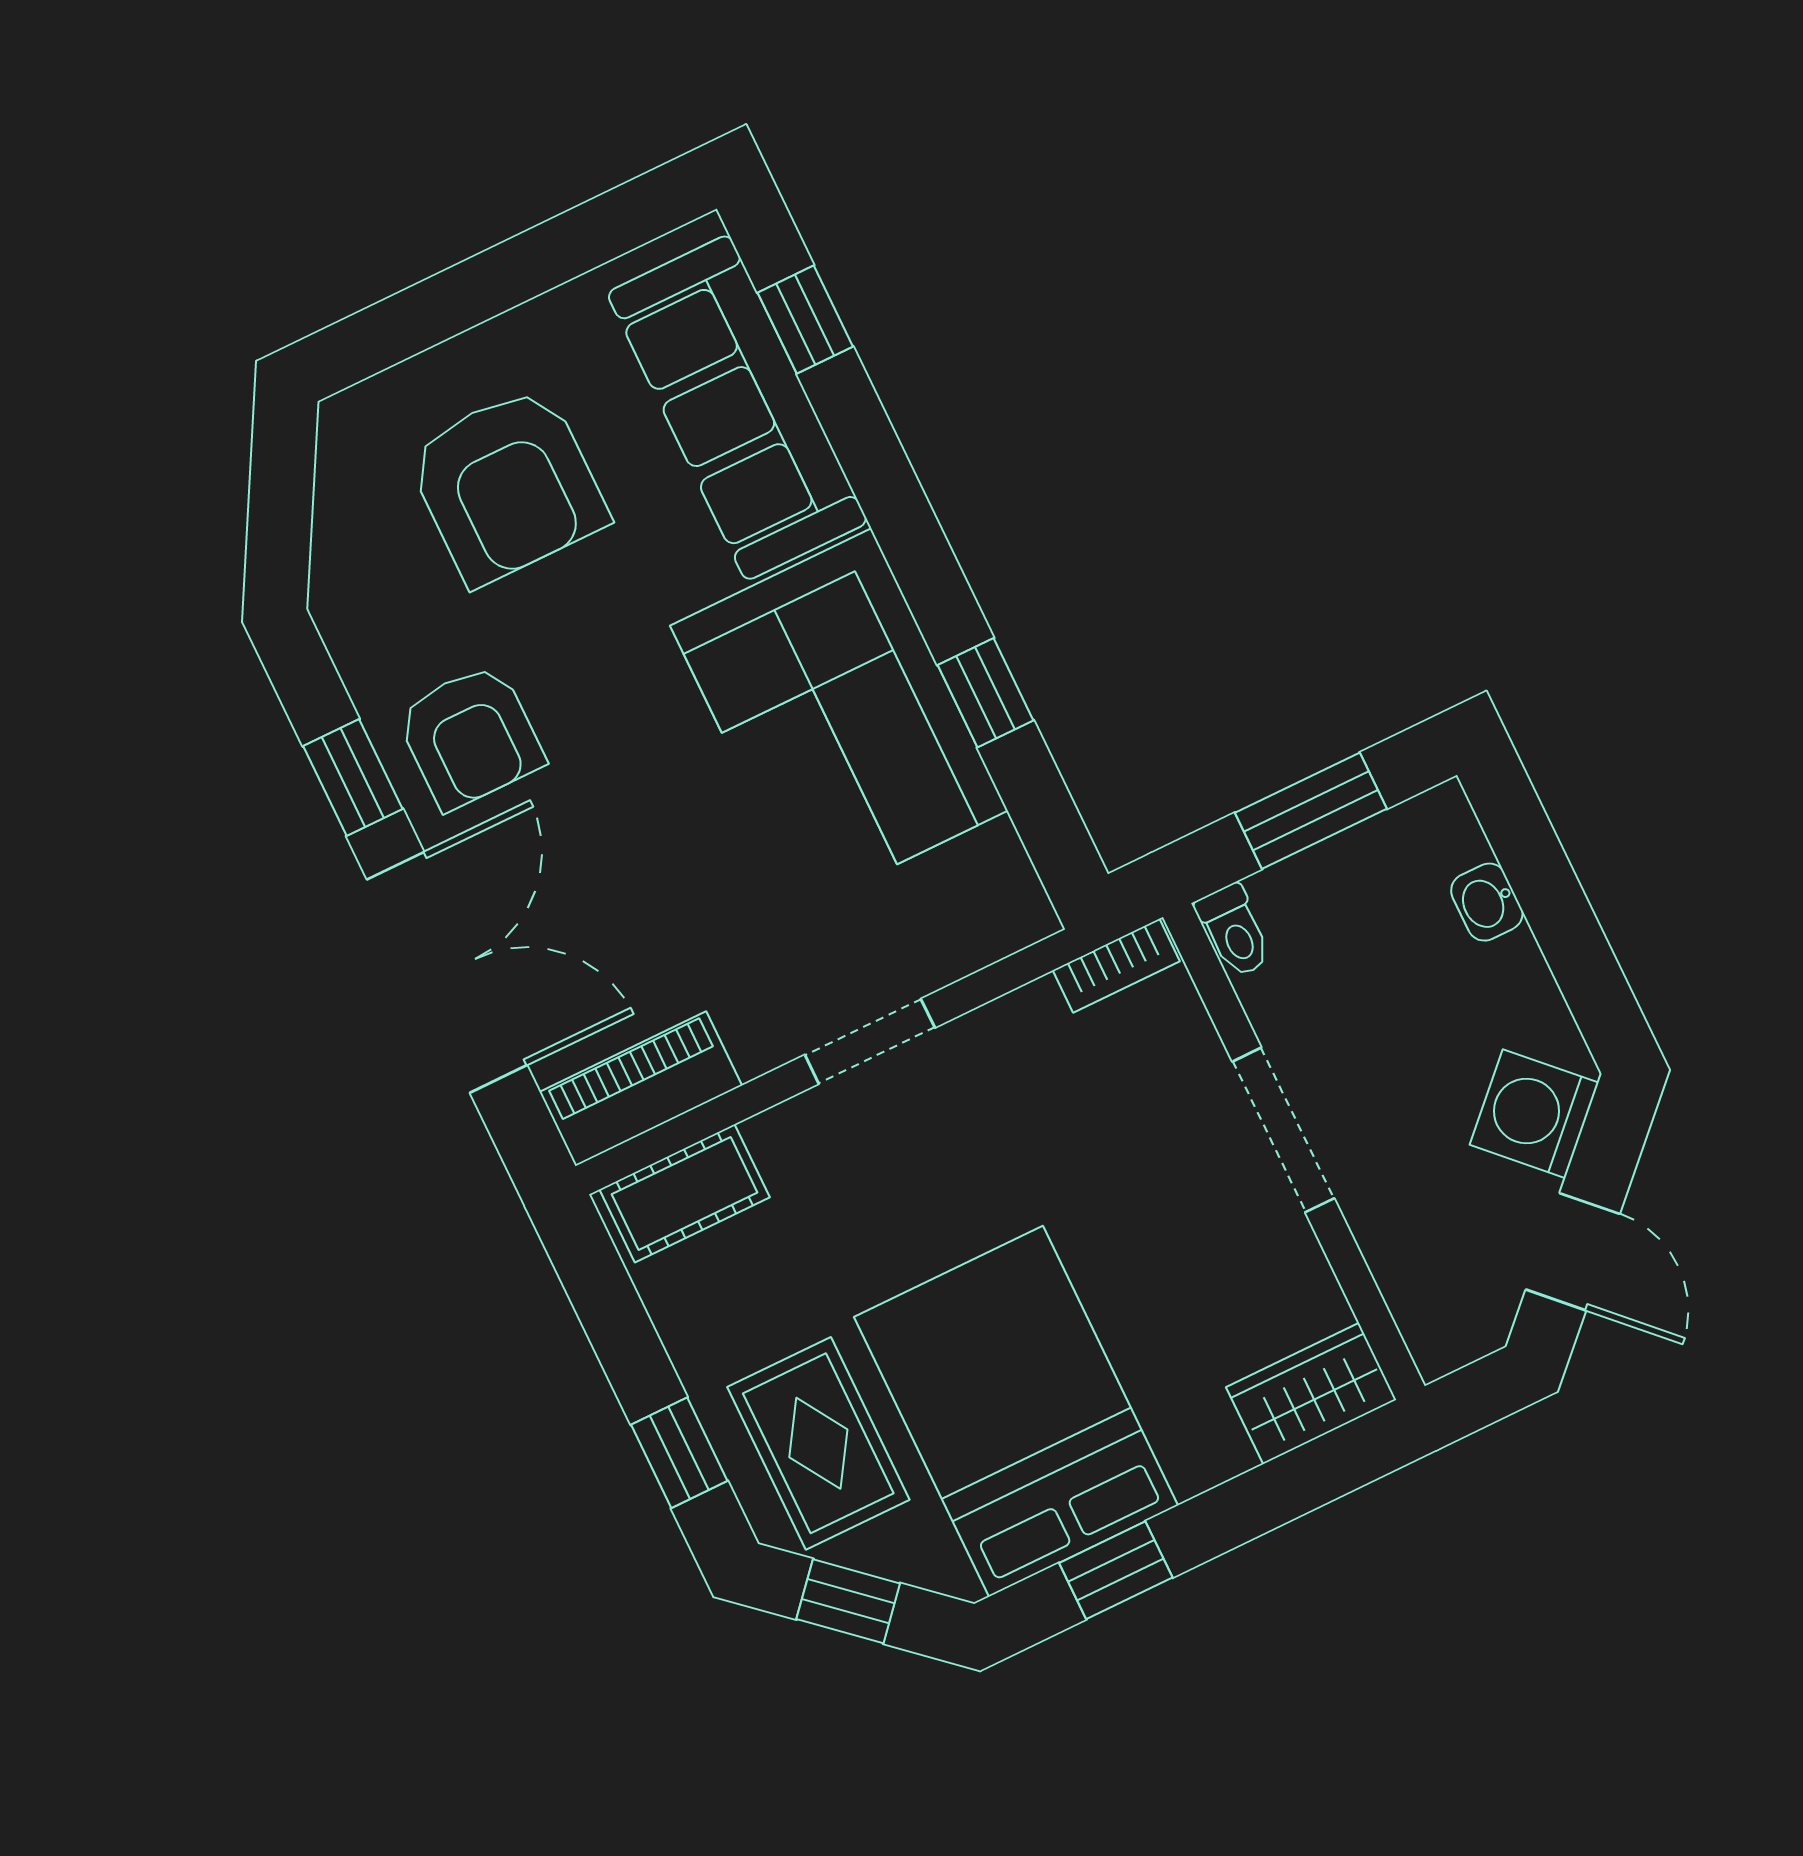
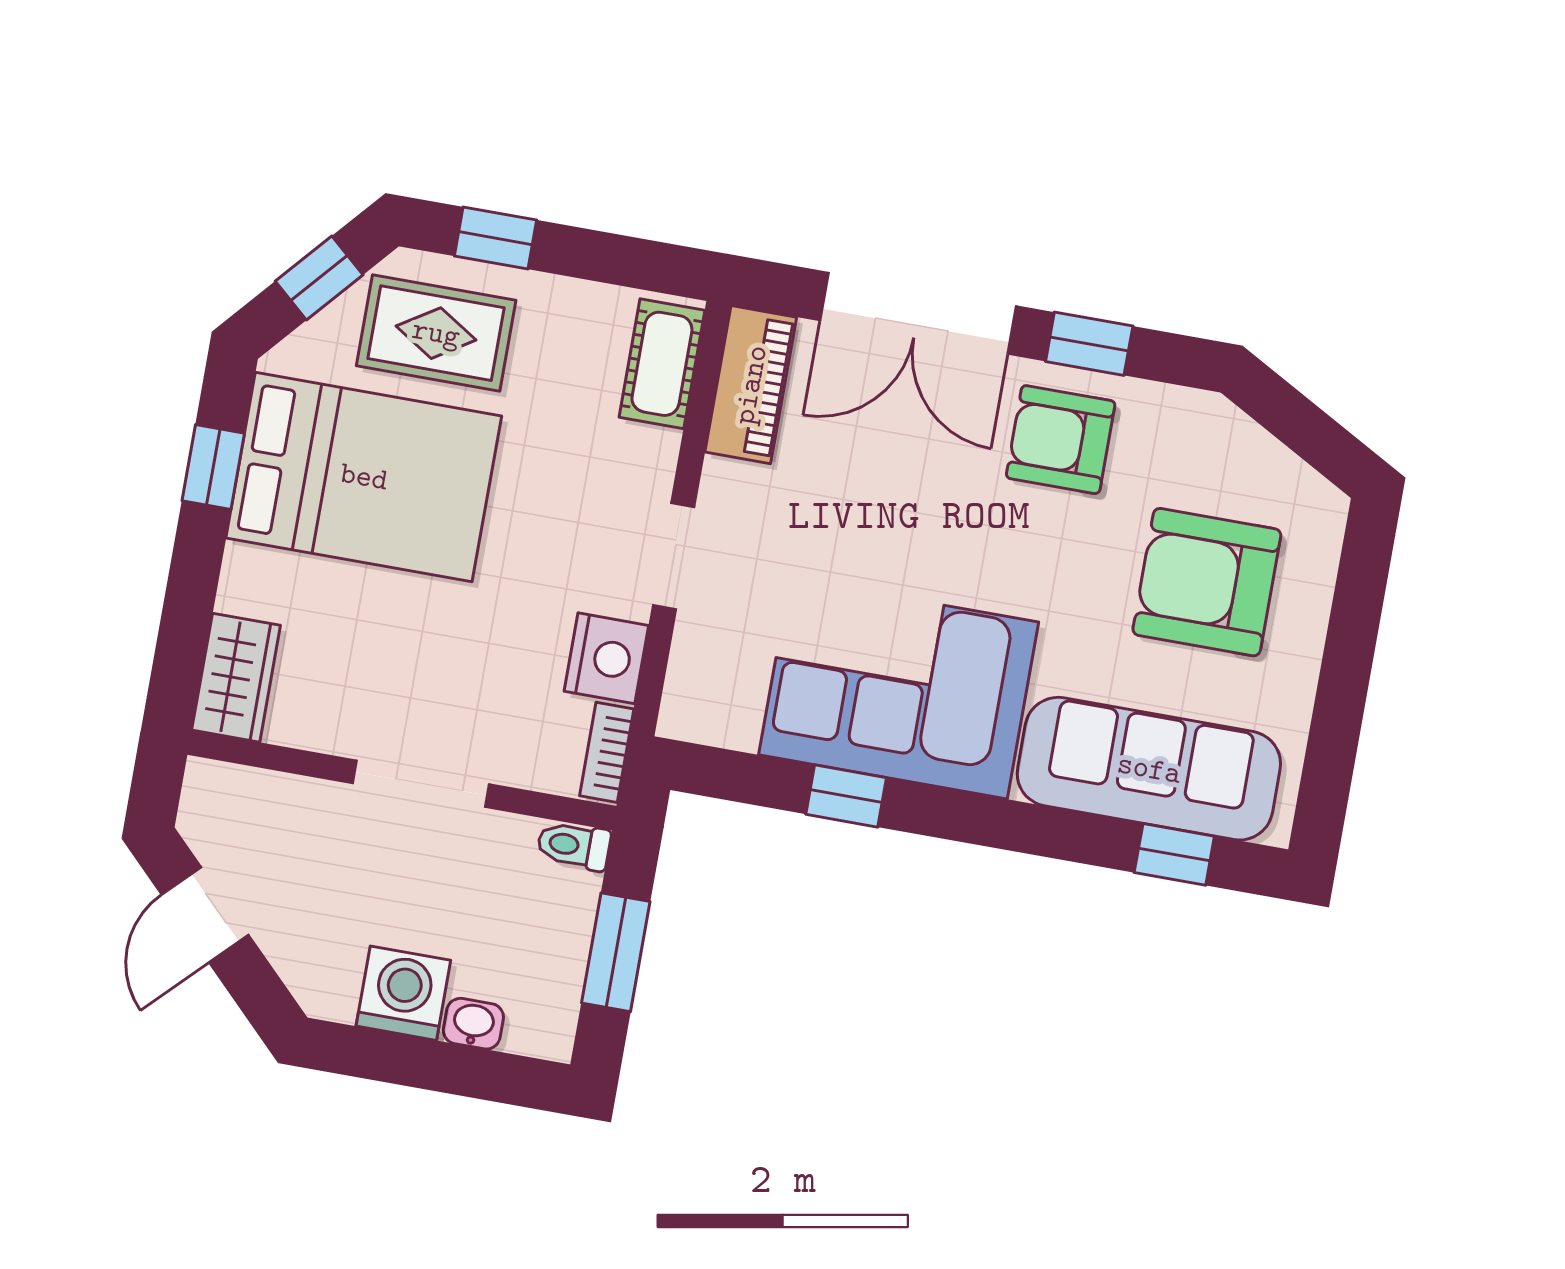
nightstand: (1022, 1035) -> (606, 658), added
washing machine: (1534, 1114) -> (403, 993), moved, turned -45
door: (1573, 1252) -> (205, 915), hinge flipped

